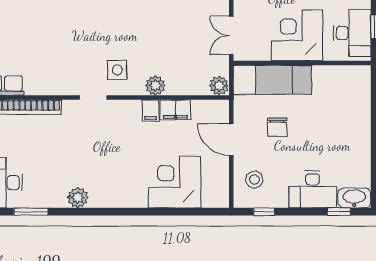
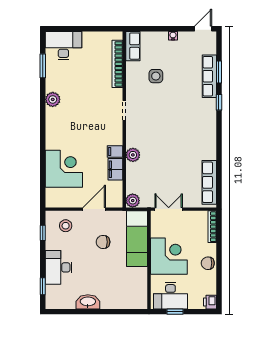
side table: (117, 70) -> (156, 76), moved
washbasin: (354, 198) -> (88, 302), moved, turned -90

